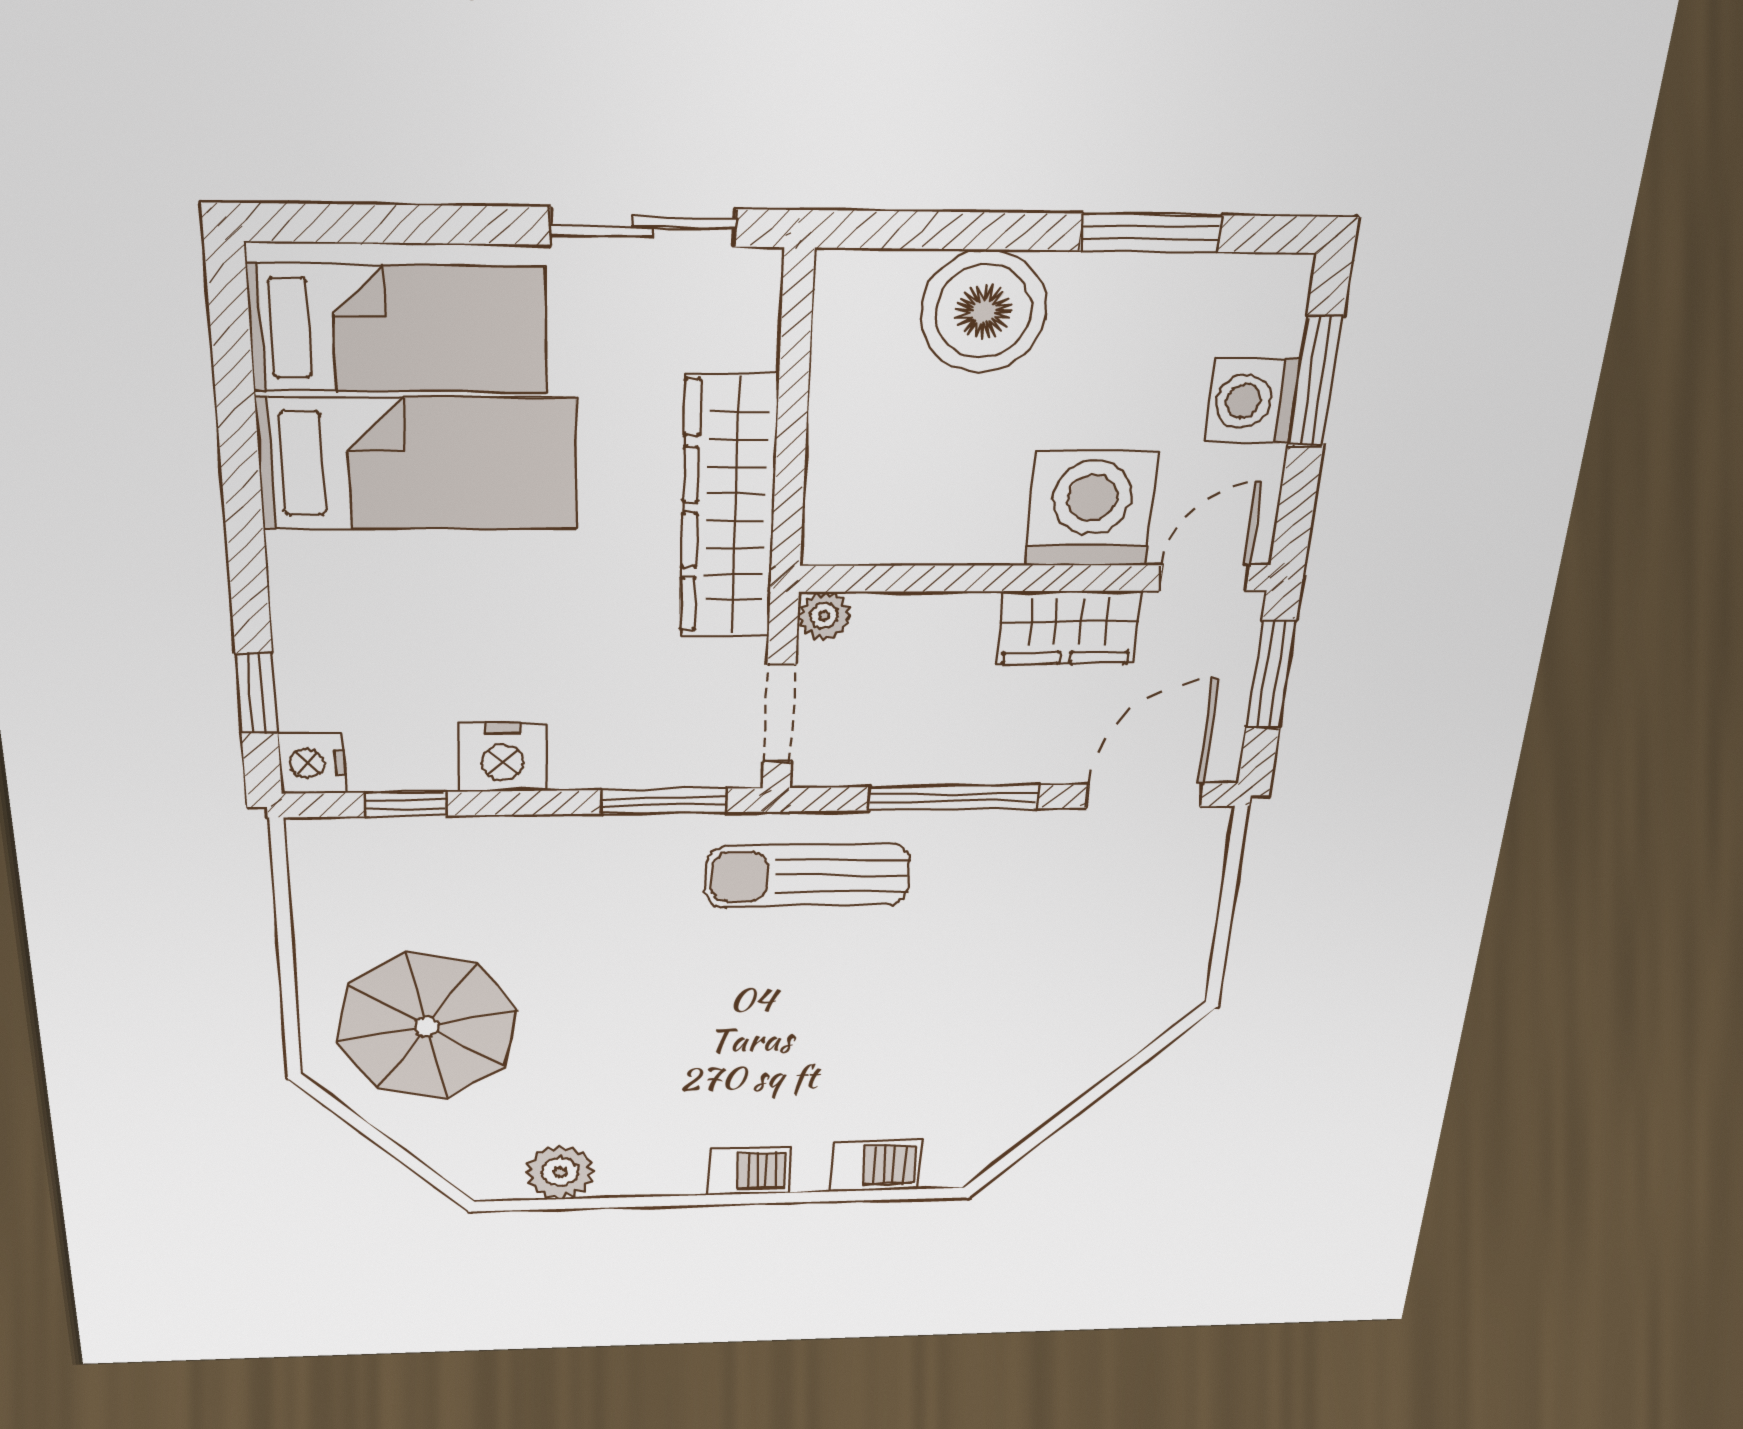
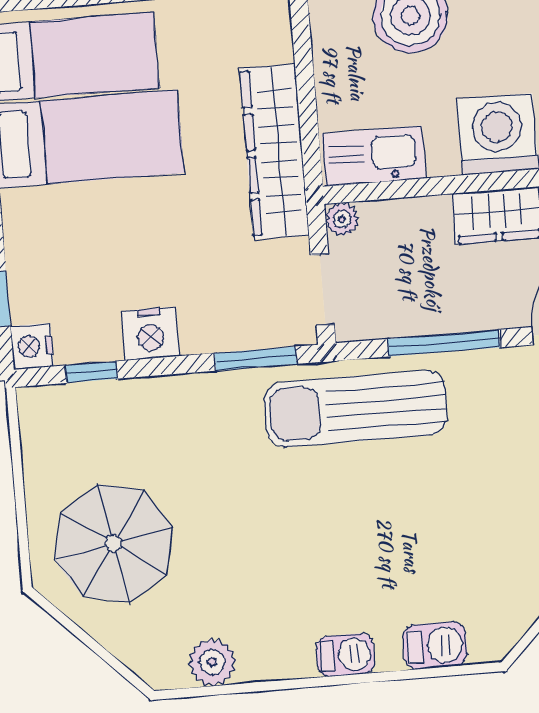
kitchen sink: (889, 526) -> (374, 156), added
sun lounger: (808, 876) -> (356, 409), width x1.36, depth x1.34

